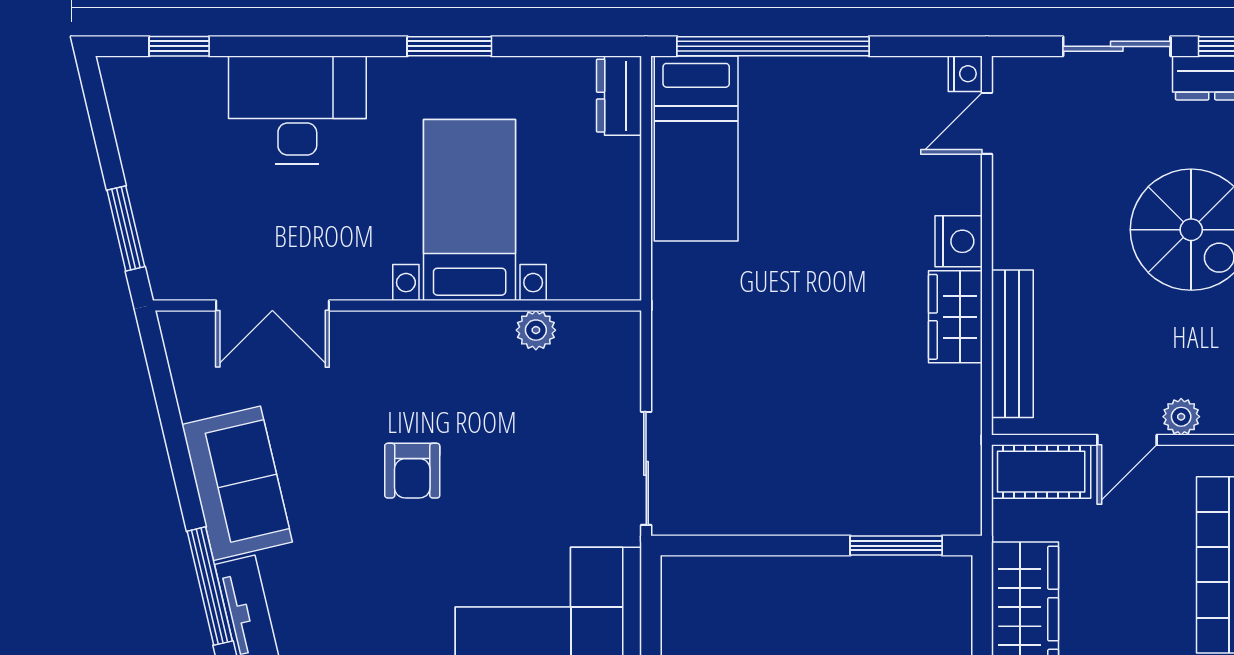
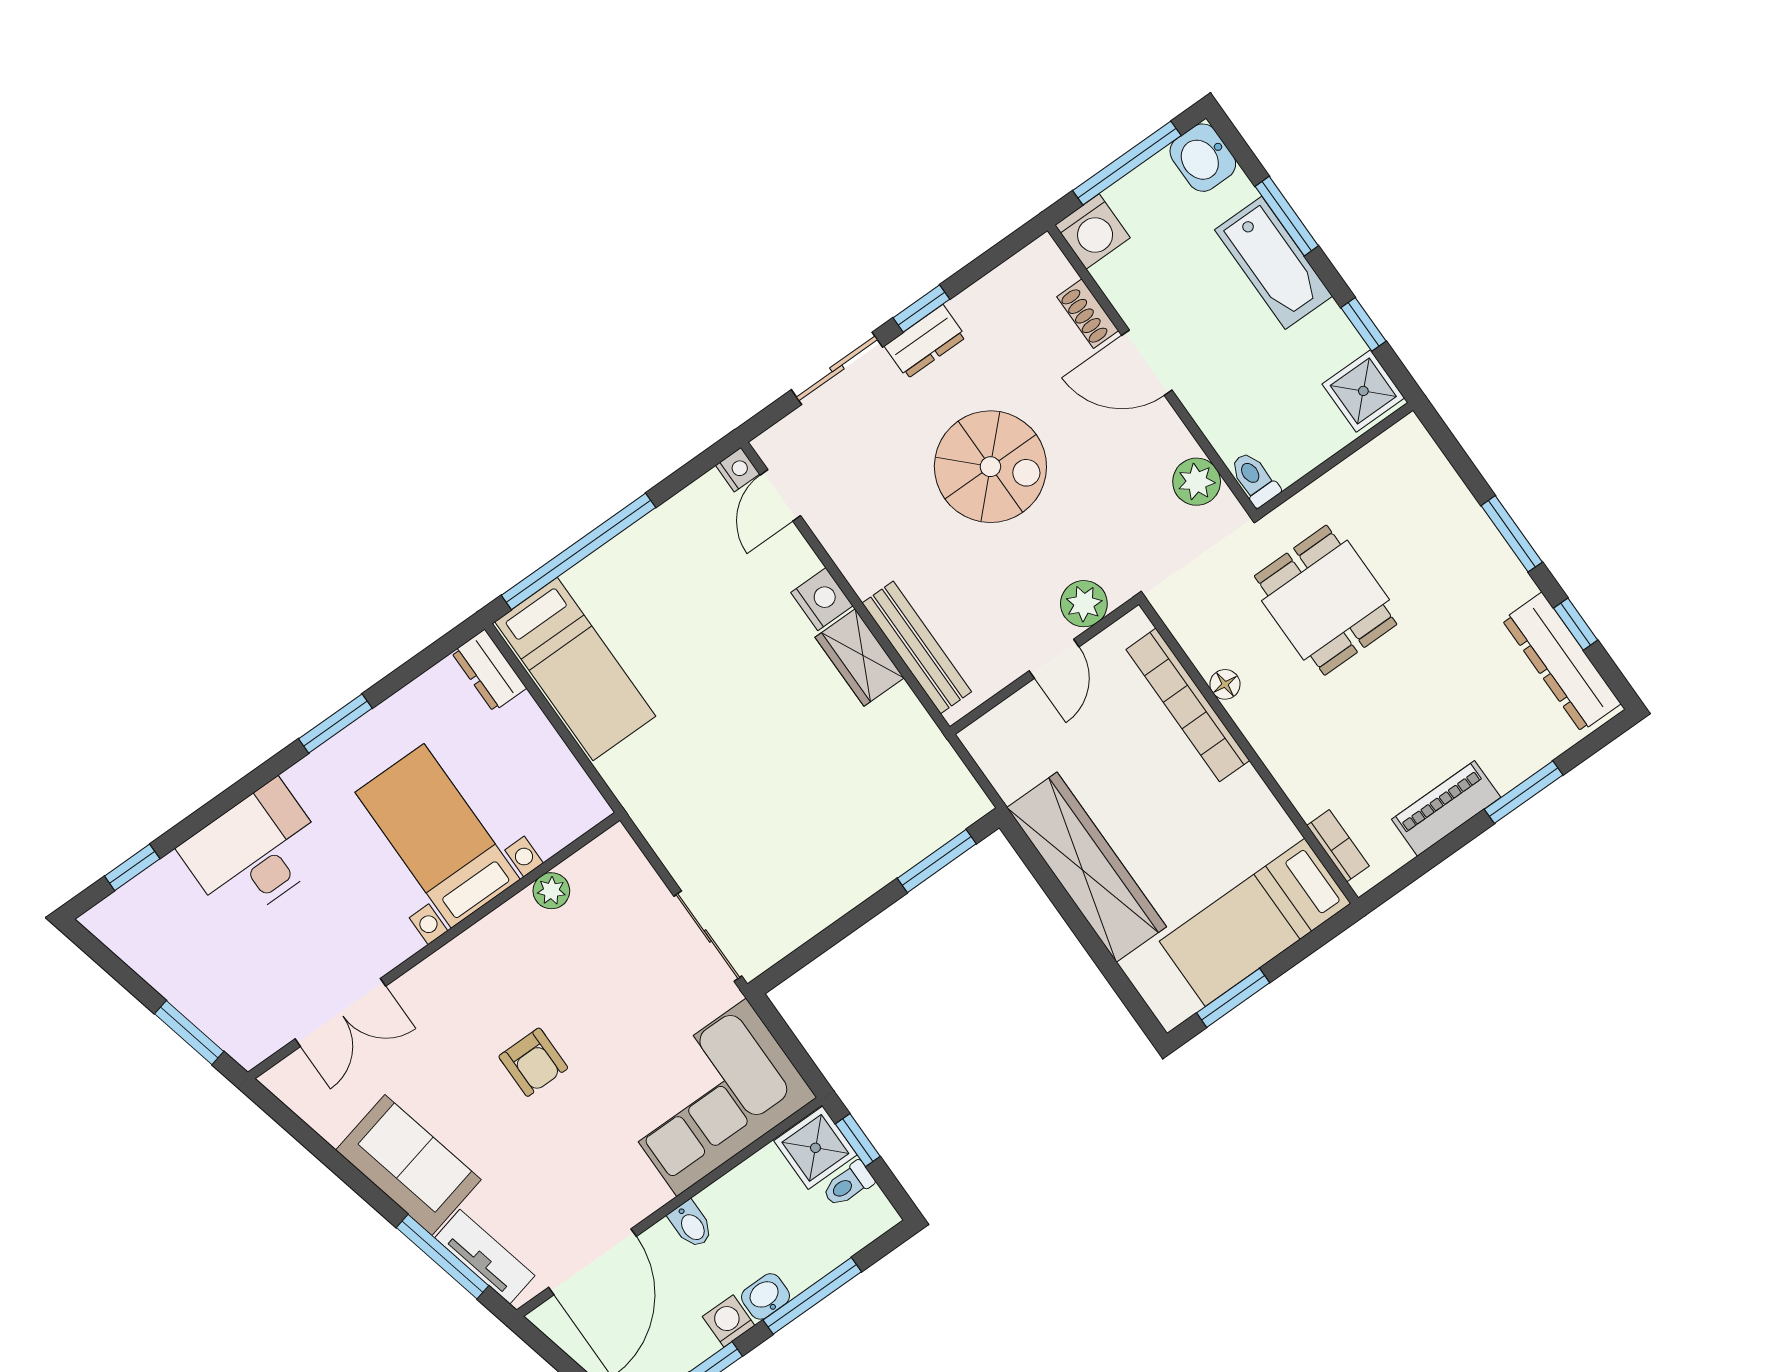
plant: (1181, 417) -> (1084, 604), width x1.38, depth x1.38
cot: (1041, 472) -> (1006, 728), removed

